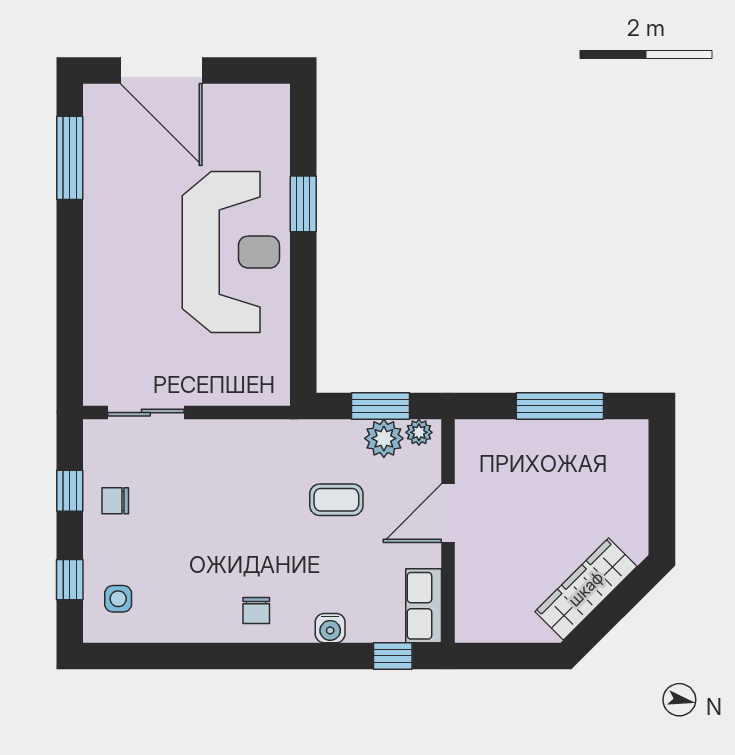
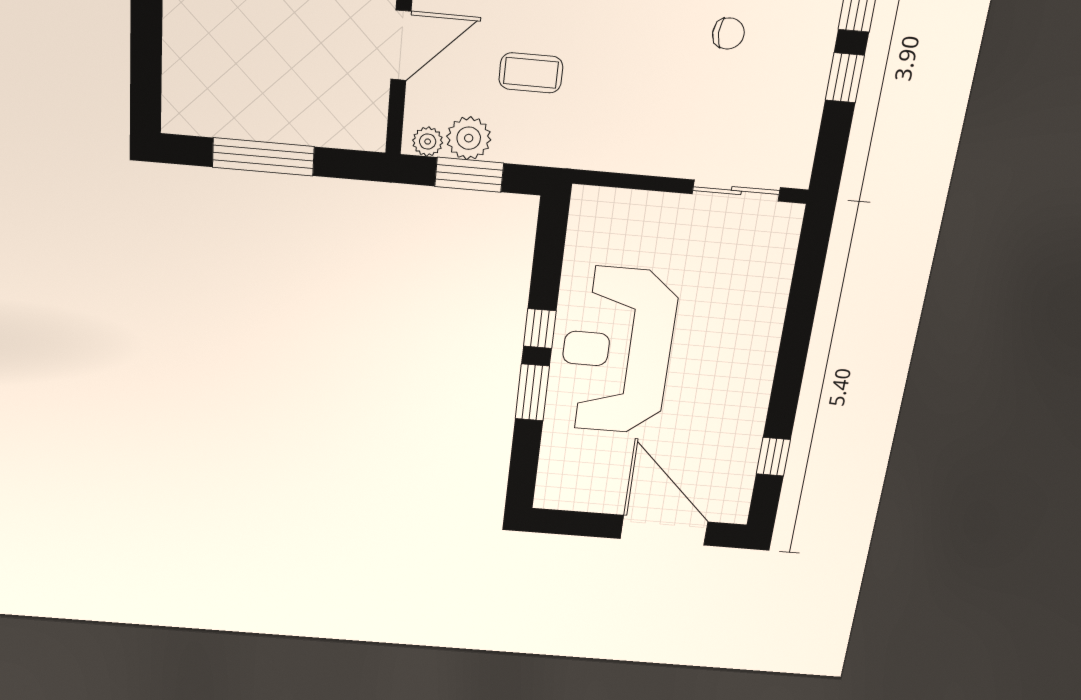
window: (70, 158) -> (773, 457), width x0.46
window: (303, 268) -> (540, 329), added
window: (70, 491) -> (845, 78), moved
chair: (115, 501) -> (728, 33), moved

